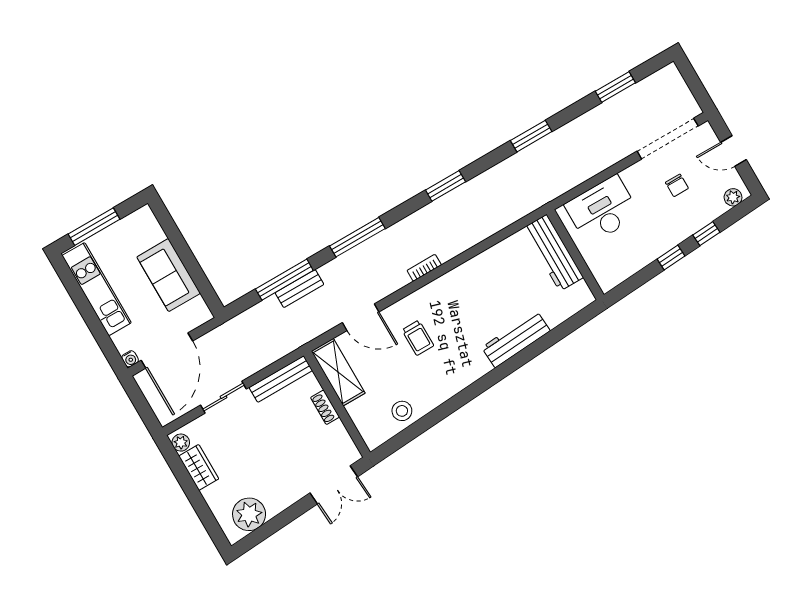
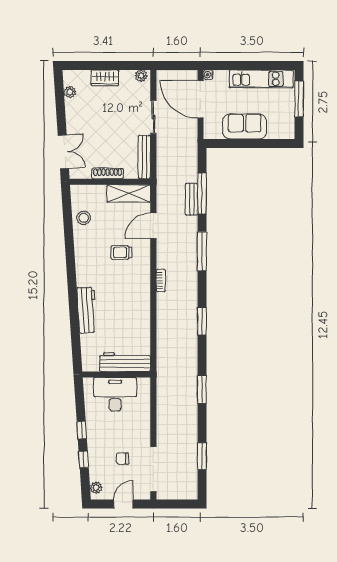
desk: (602, 210) -> (115, 394), moved, turned -90
shoe rack: (325, 407) -> (108, 174), width x1.43
wardrobe: (199, 467) -> (105, 78), moved
double door: (334, 485) -> (63, 152), swing flipped
plant: (249, 514) -> (70, 92), width x0.53, depth x0.53

